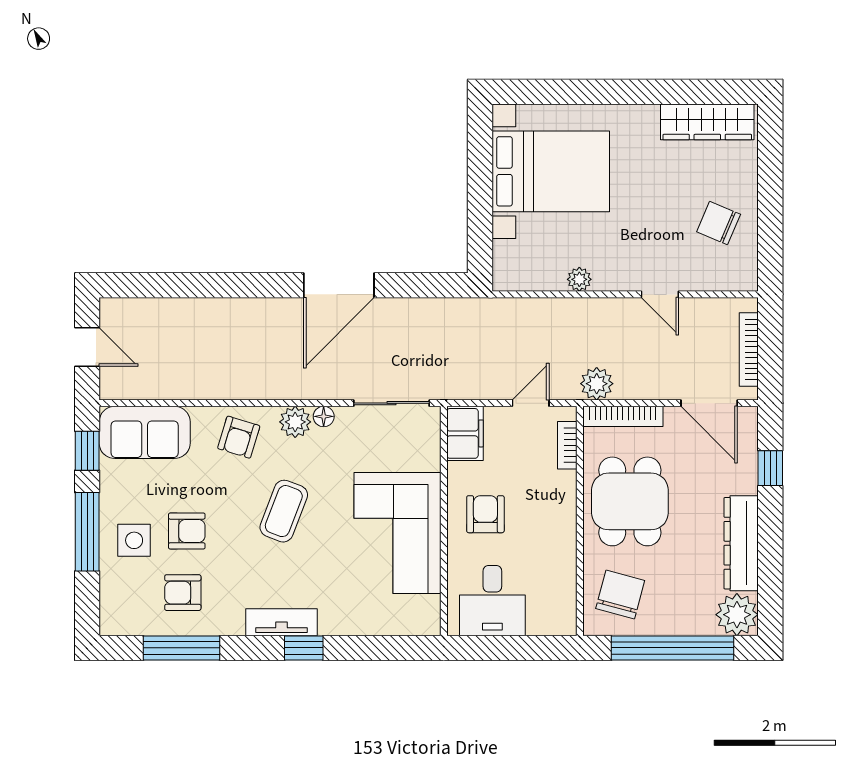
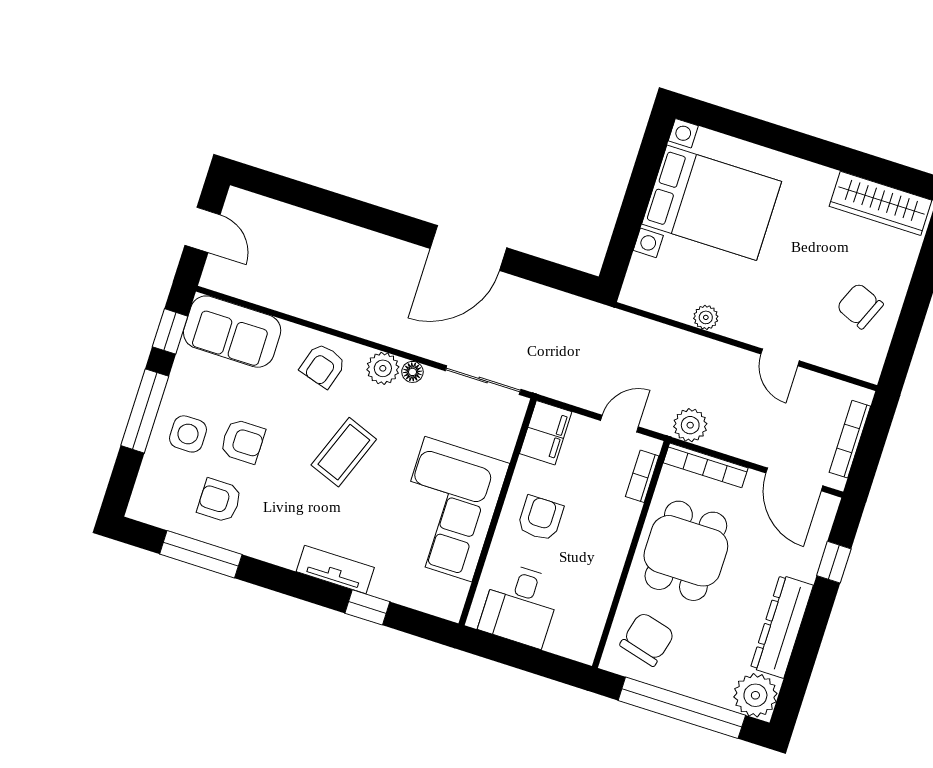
tv unit: (282, 622) -> (335, 569), moved
window: (304, 648) -> (367, 607), moved

